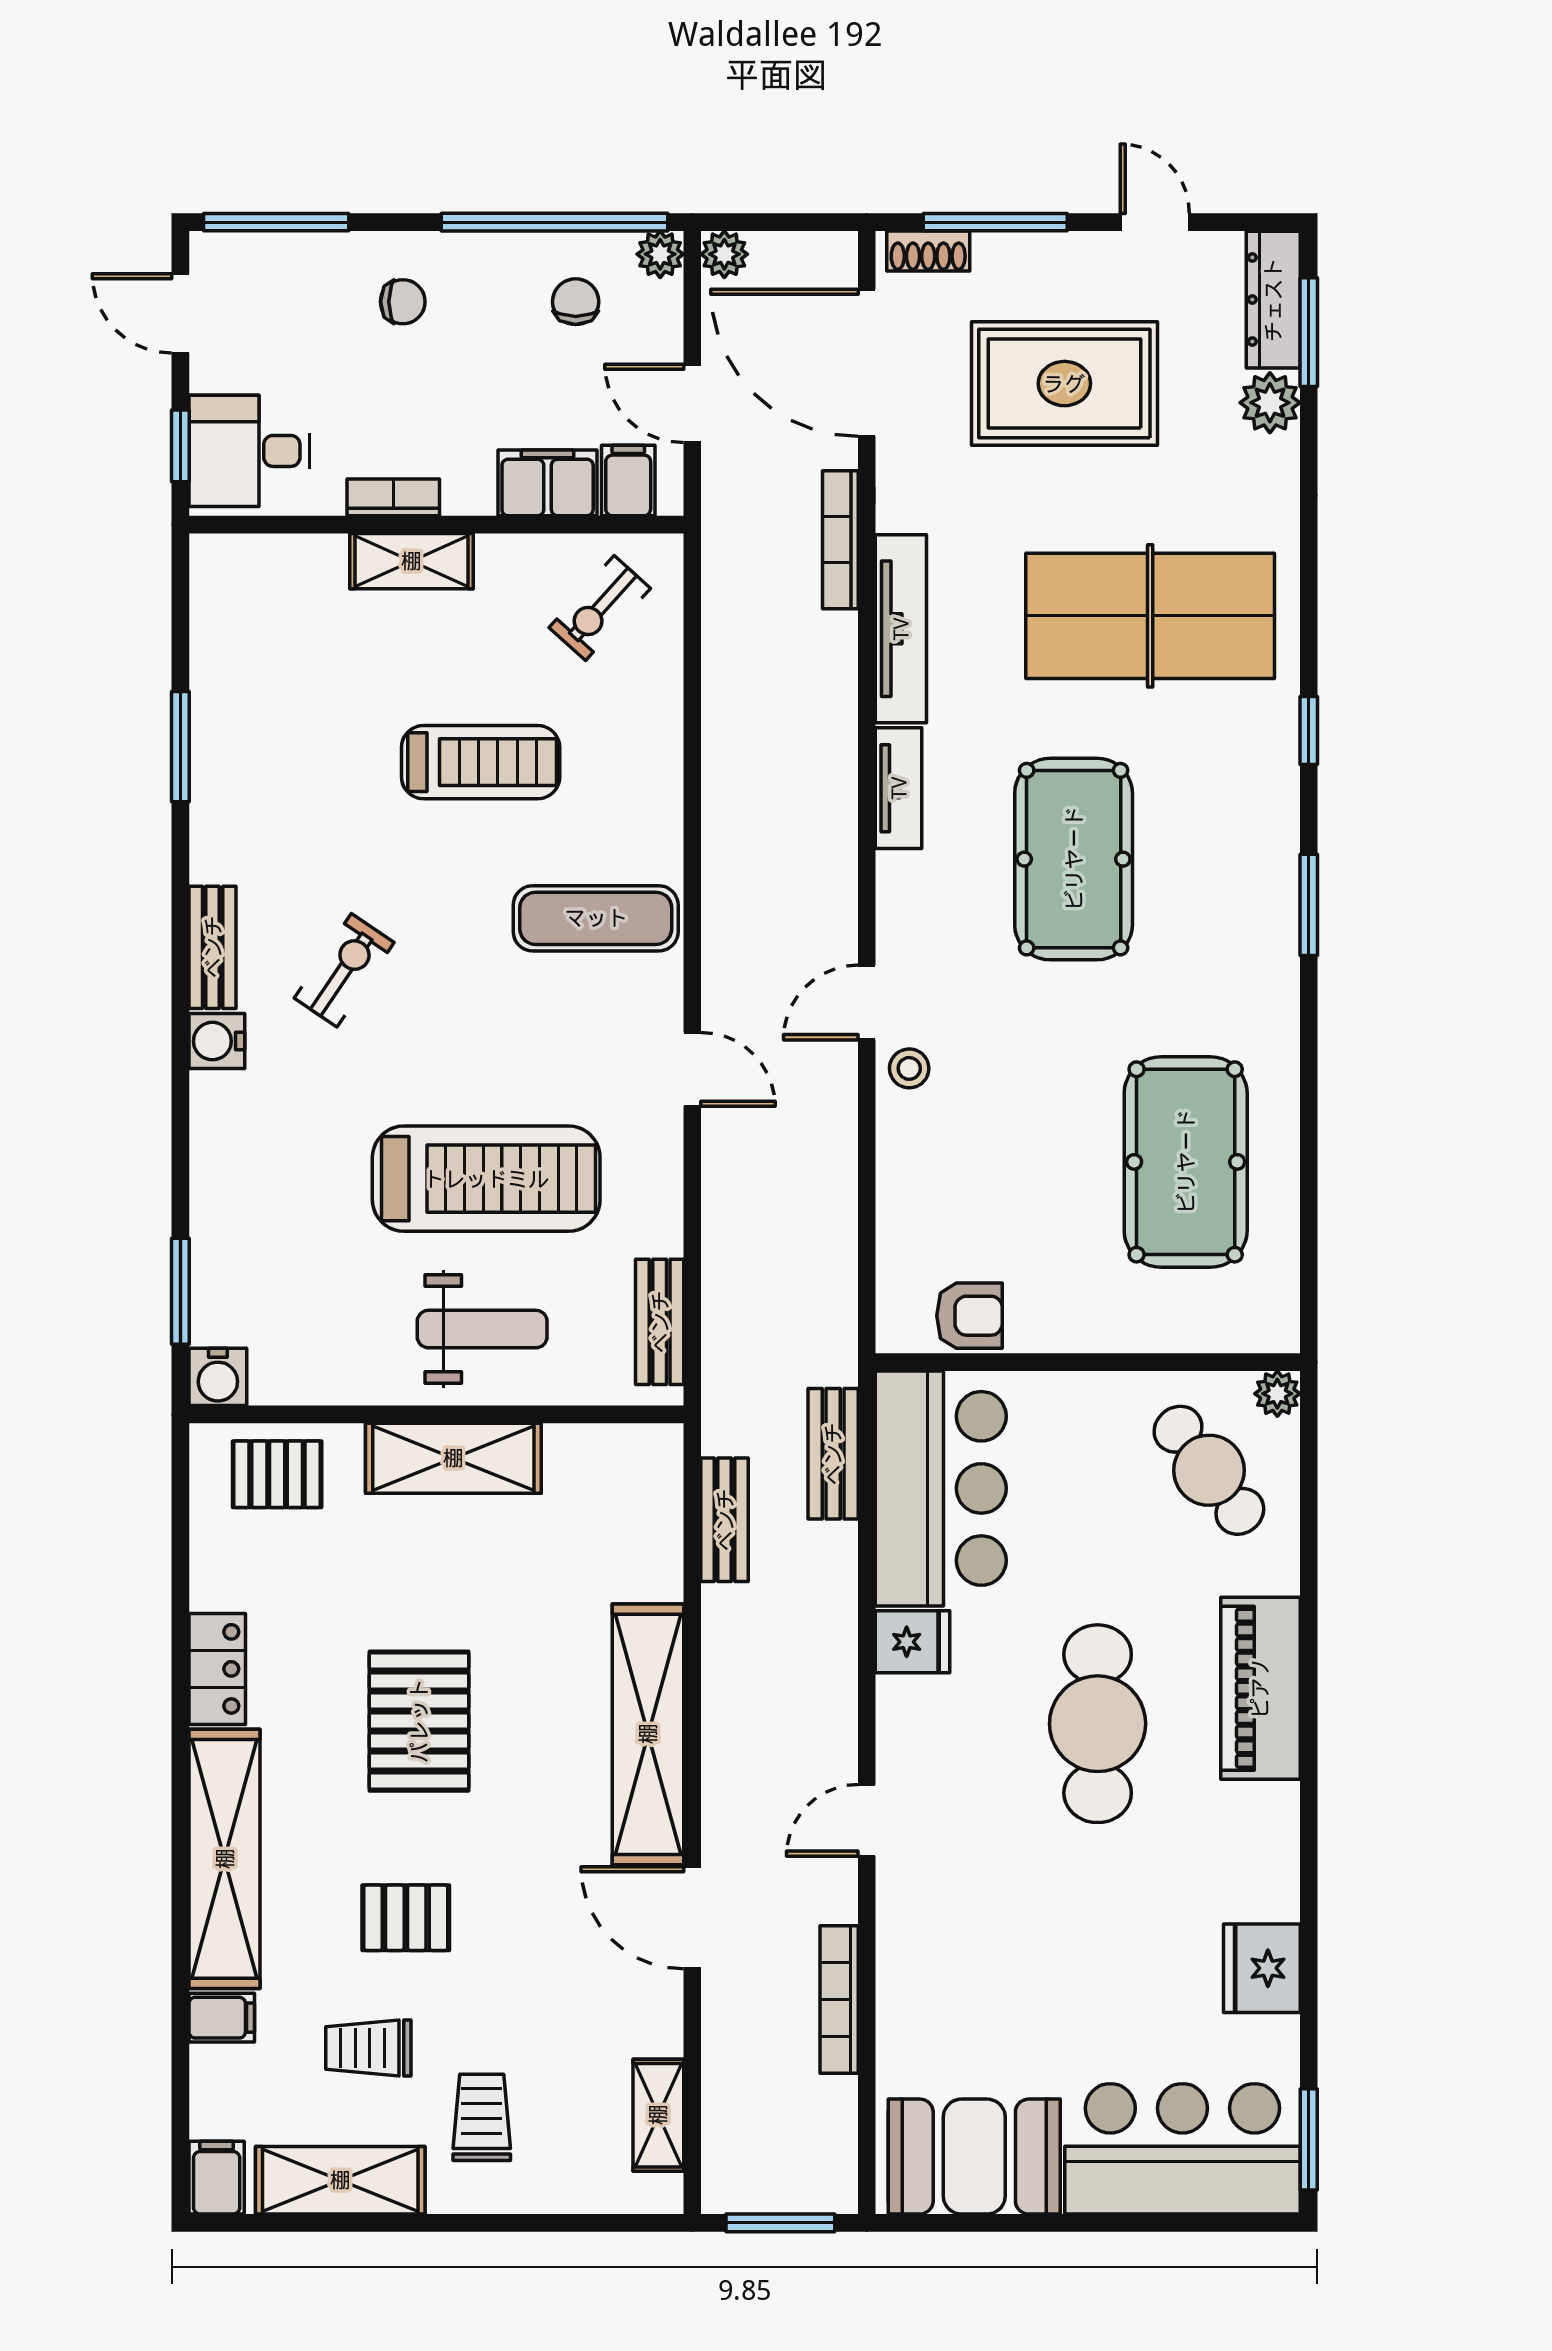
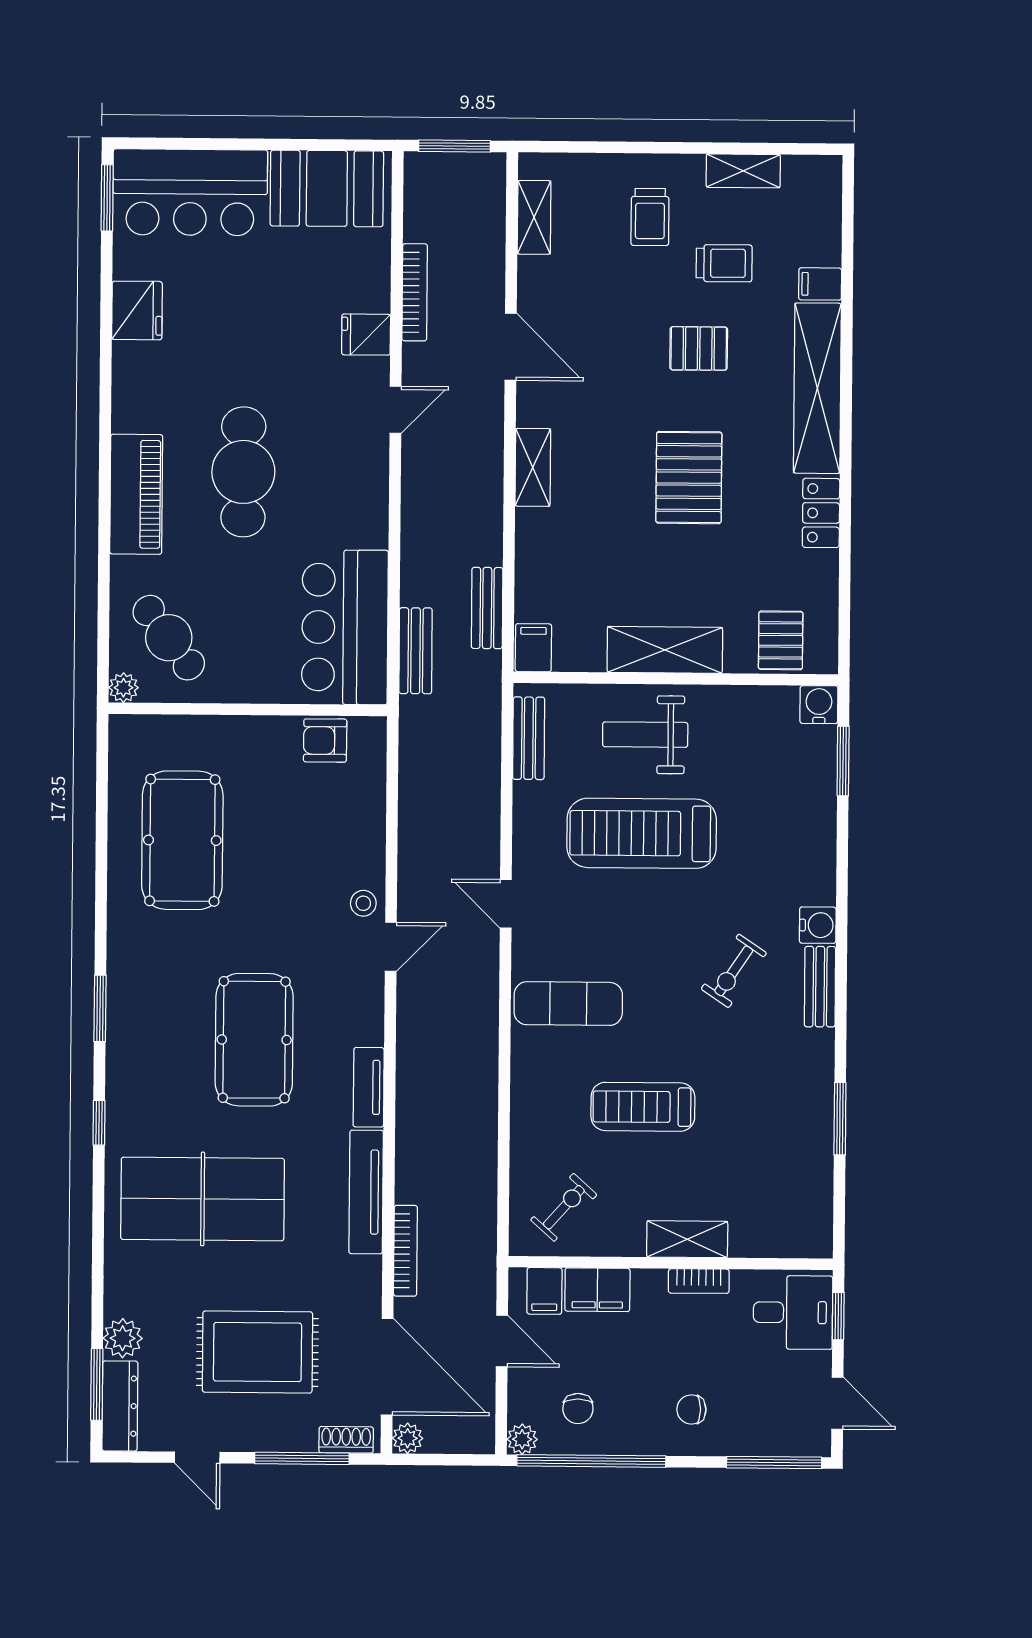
plant: (724, 254) -> (408, 1438), moved
pallet: (277, 1474) -> (781, 640), turned 90
fridge: (913, 1642) -> (366, 335), moved
shelving: (648, 1734) -> (533, 467), width x0.45, depth x0.75
filing cabinet: (217, 2178) -> (533, 648), moved, turned 180
shelving: (340, 2180) -> (743, 171), width x0.67, depth x0.75

